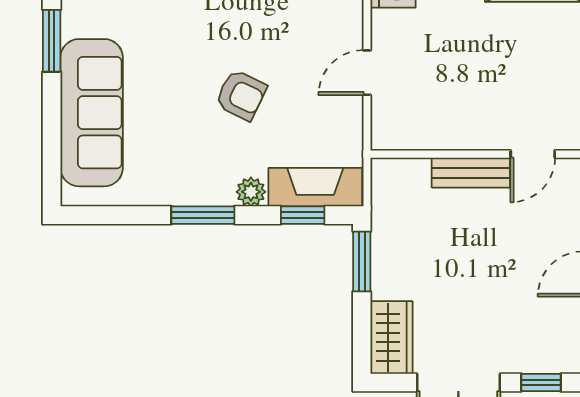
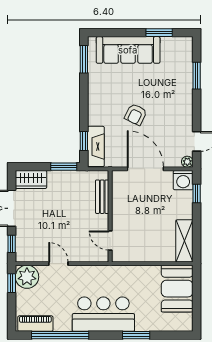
door: (367, 73) -> (145, 169), width x1.87
bench: (471, 173) -> (102, 197), moved
plant: (251, 192) -> (94, 119), removed
window: (203, 215) -> (84, 59), moved

